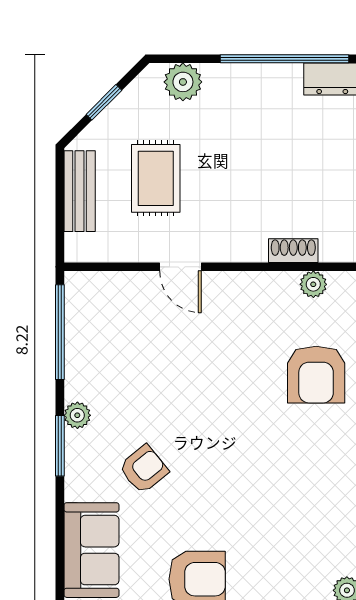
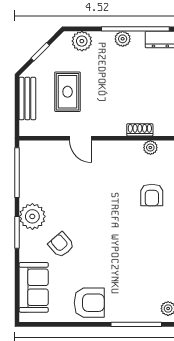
plant: (261, 78) -> (123, 39), added
armchair: (316, 375) -> (152, 195), width x0.72, depth x0.72
plant: (77, 415) -> (32, 216), width x1.87, depth x1.87
armchair: (144, 469) -> (61, 245), turned -92

